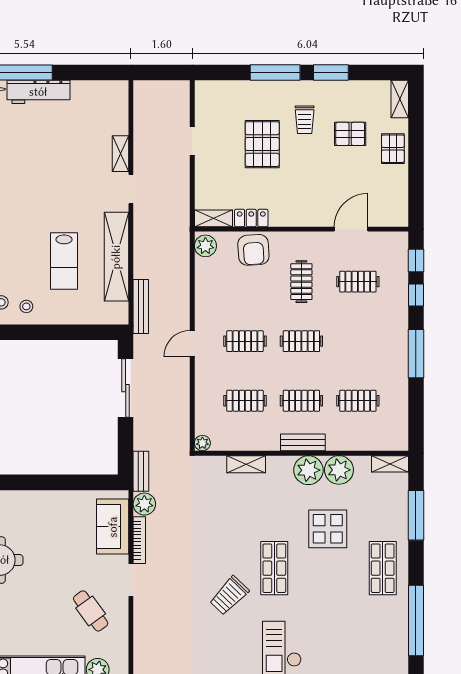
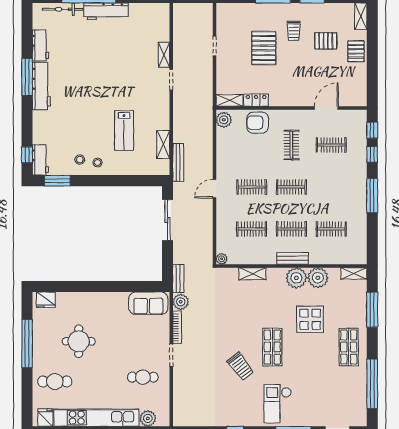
armchair: (253, 250) -> (258, 123), turned 94
shelving: (116, 257) -> (163, 144), width x0.45, depth x0.75
sofa: (113, 527) -> (148, 303), moved, turned -90
trolley: (229, 596) -> (240, 366), turned -82
cafe table: (91, 611) -> (143, 377), turned -54

